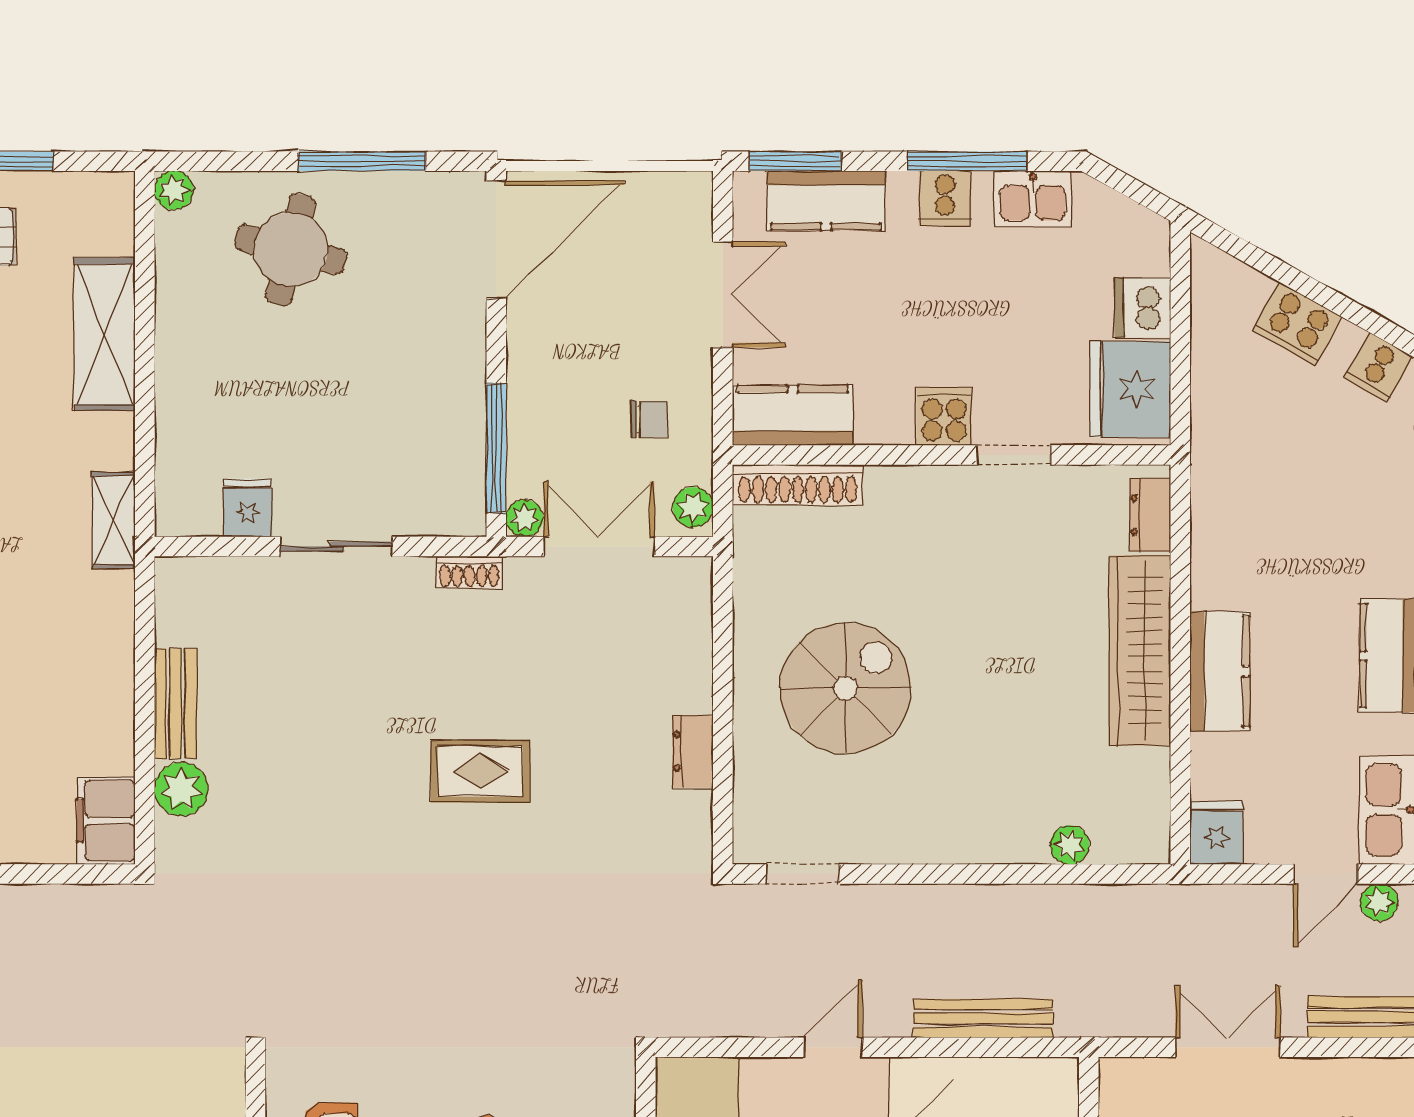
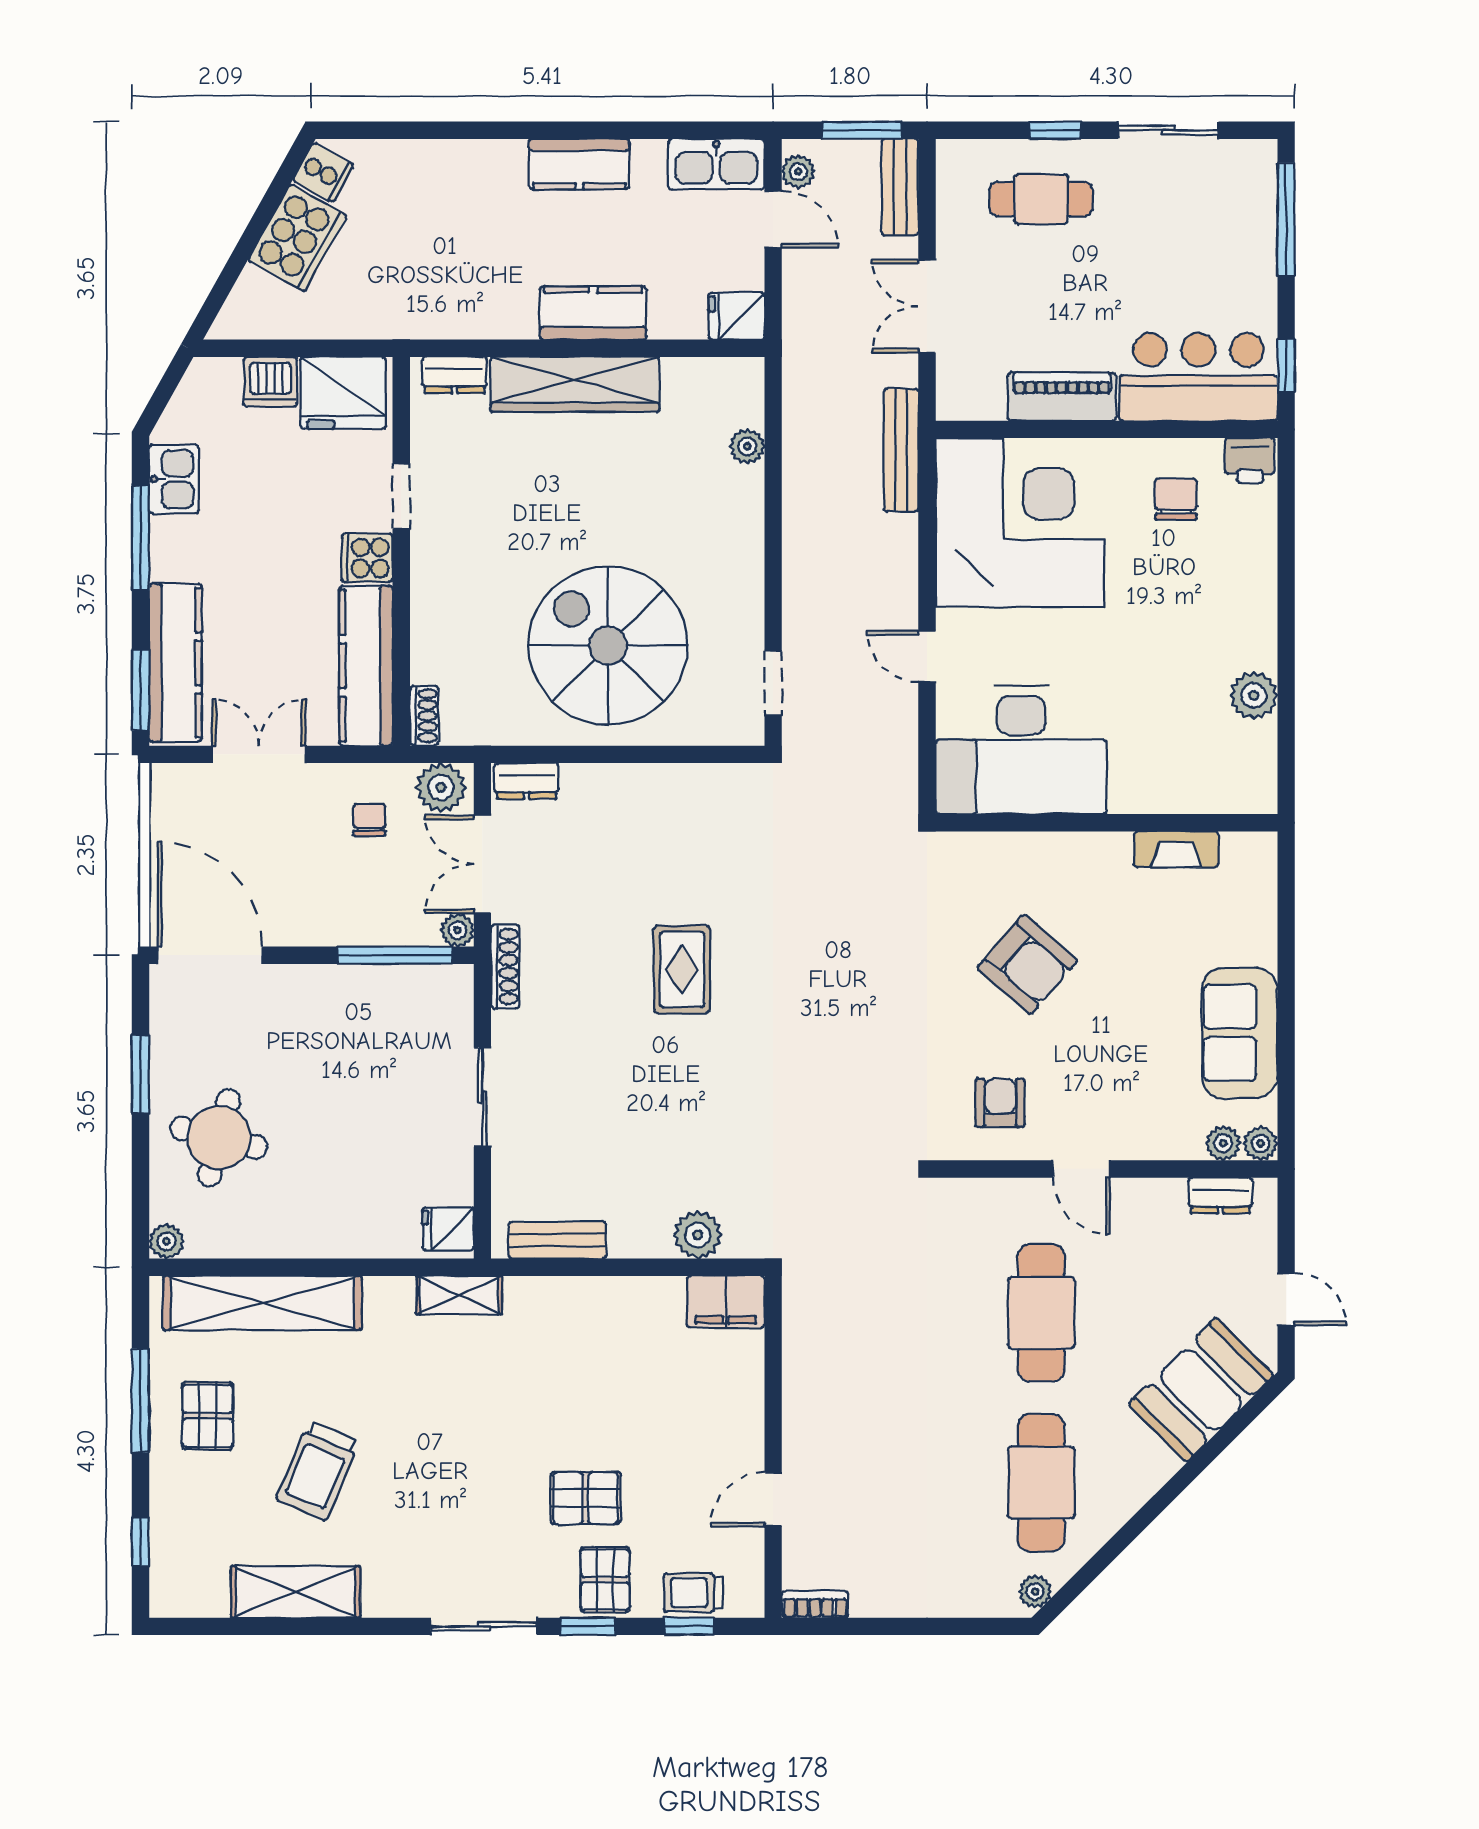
window: (362, 161) -> (140, 1074), width x0.69
cooker: (945, 198) -> (174, 557), removed
kitchen counter: (826, 200) -> (175, 663), width x1.50
cooker: (1297, 324) -> (297, 238), width x1.37, depth x1.31
shelving: (105, 334) -> (263, 1303), width x1.47
kitchen counter: (793, 415) -> (366, 666), width x1.50
shoe rack: (798, 485) -> (424, 716), width x0.51, depth x0.81
plant: (693, 507) -> (441, 787), width x1.38, depth x1.38
fridge: (248, 508) -> (448, 1229), moved
shoe rack: (469, 572) -> (505, 967), width x1.43
spiral stairs: (845, 688) -> (608, 645), width x1.37, depth x1.37
bench: (175, 704) -> (557, 1240), moved
dresser: (693, 751) -> (527, 781), moved
bench: (983, 1018) -> (901, 450), moved

